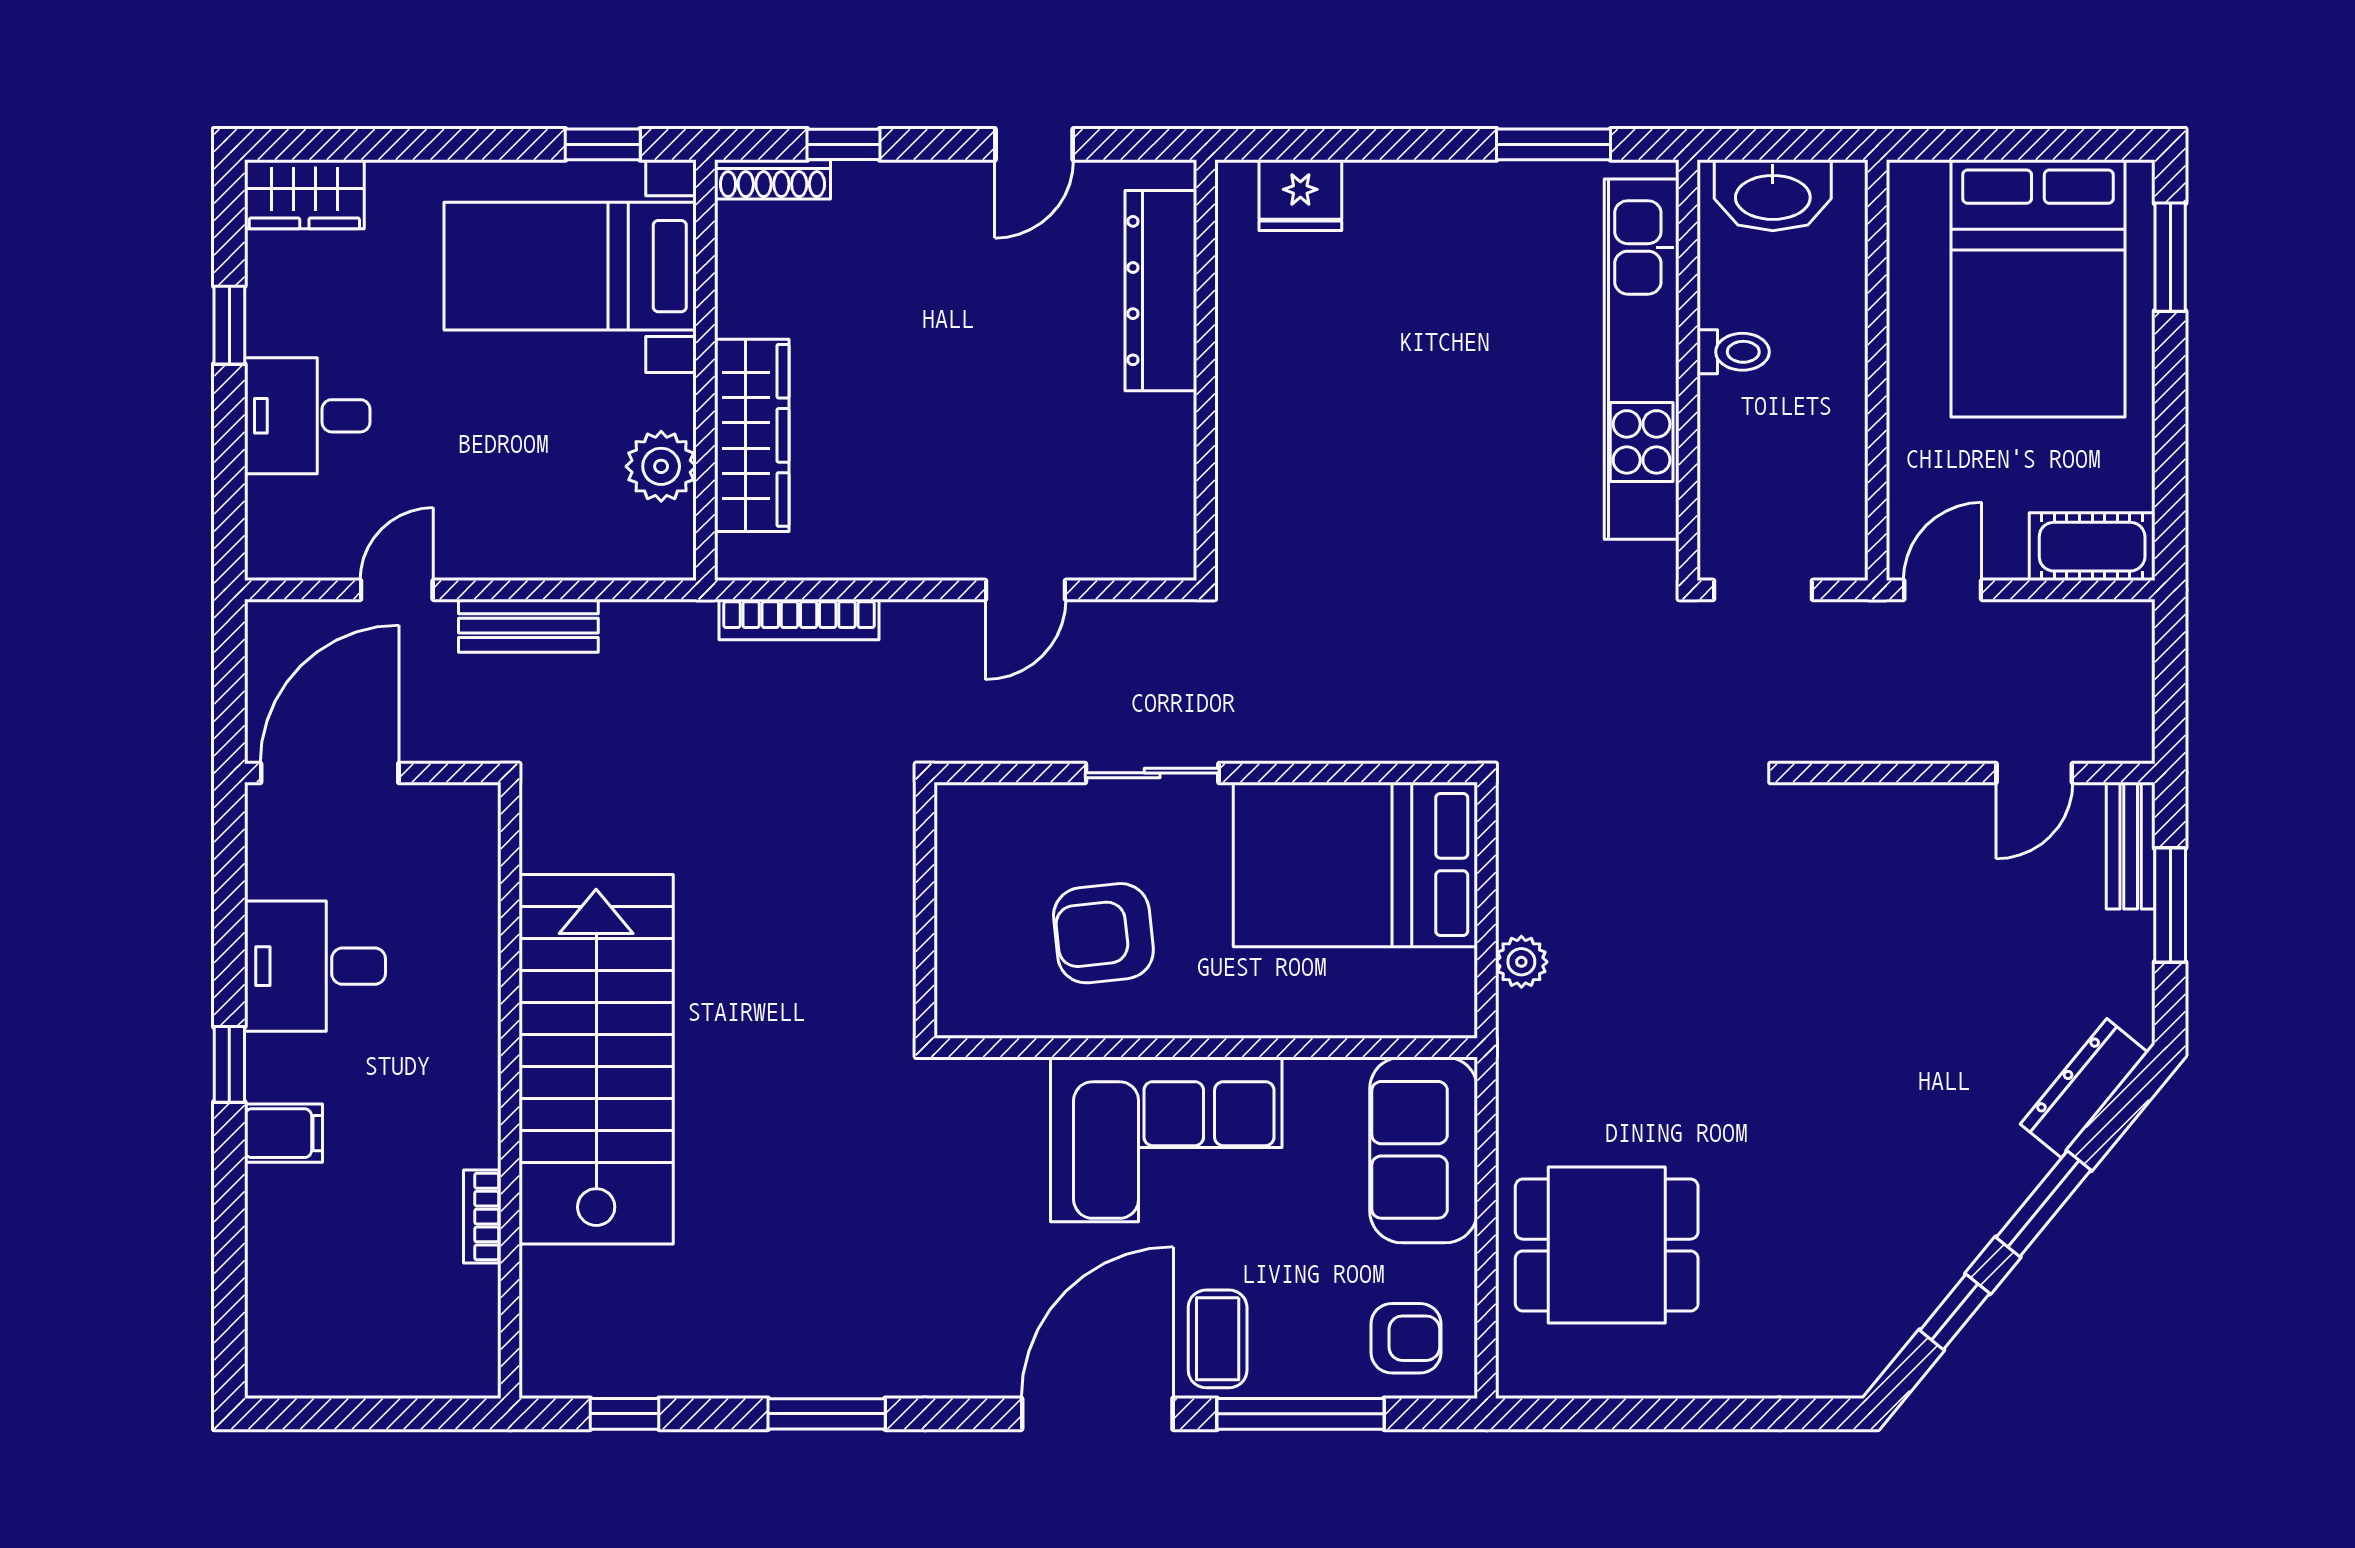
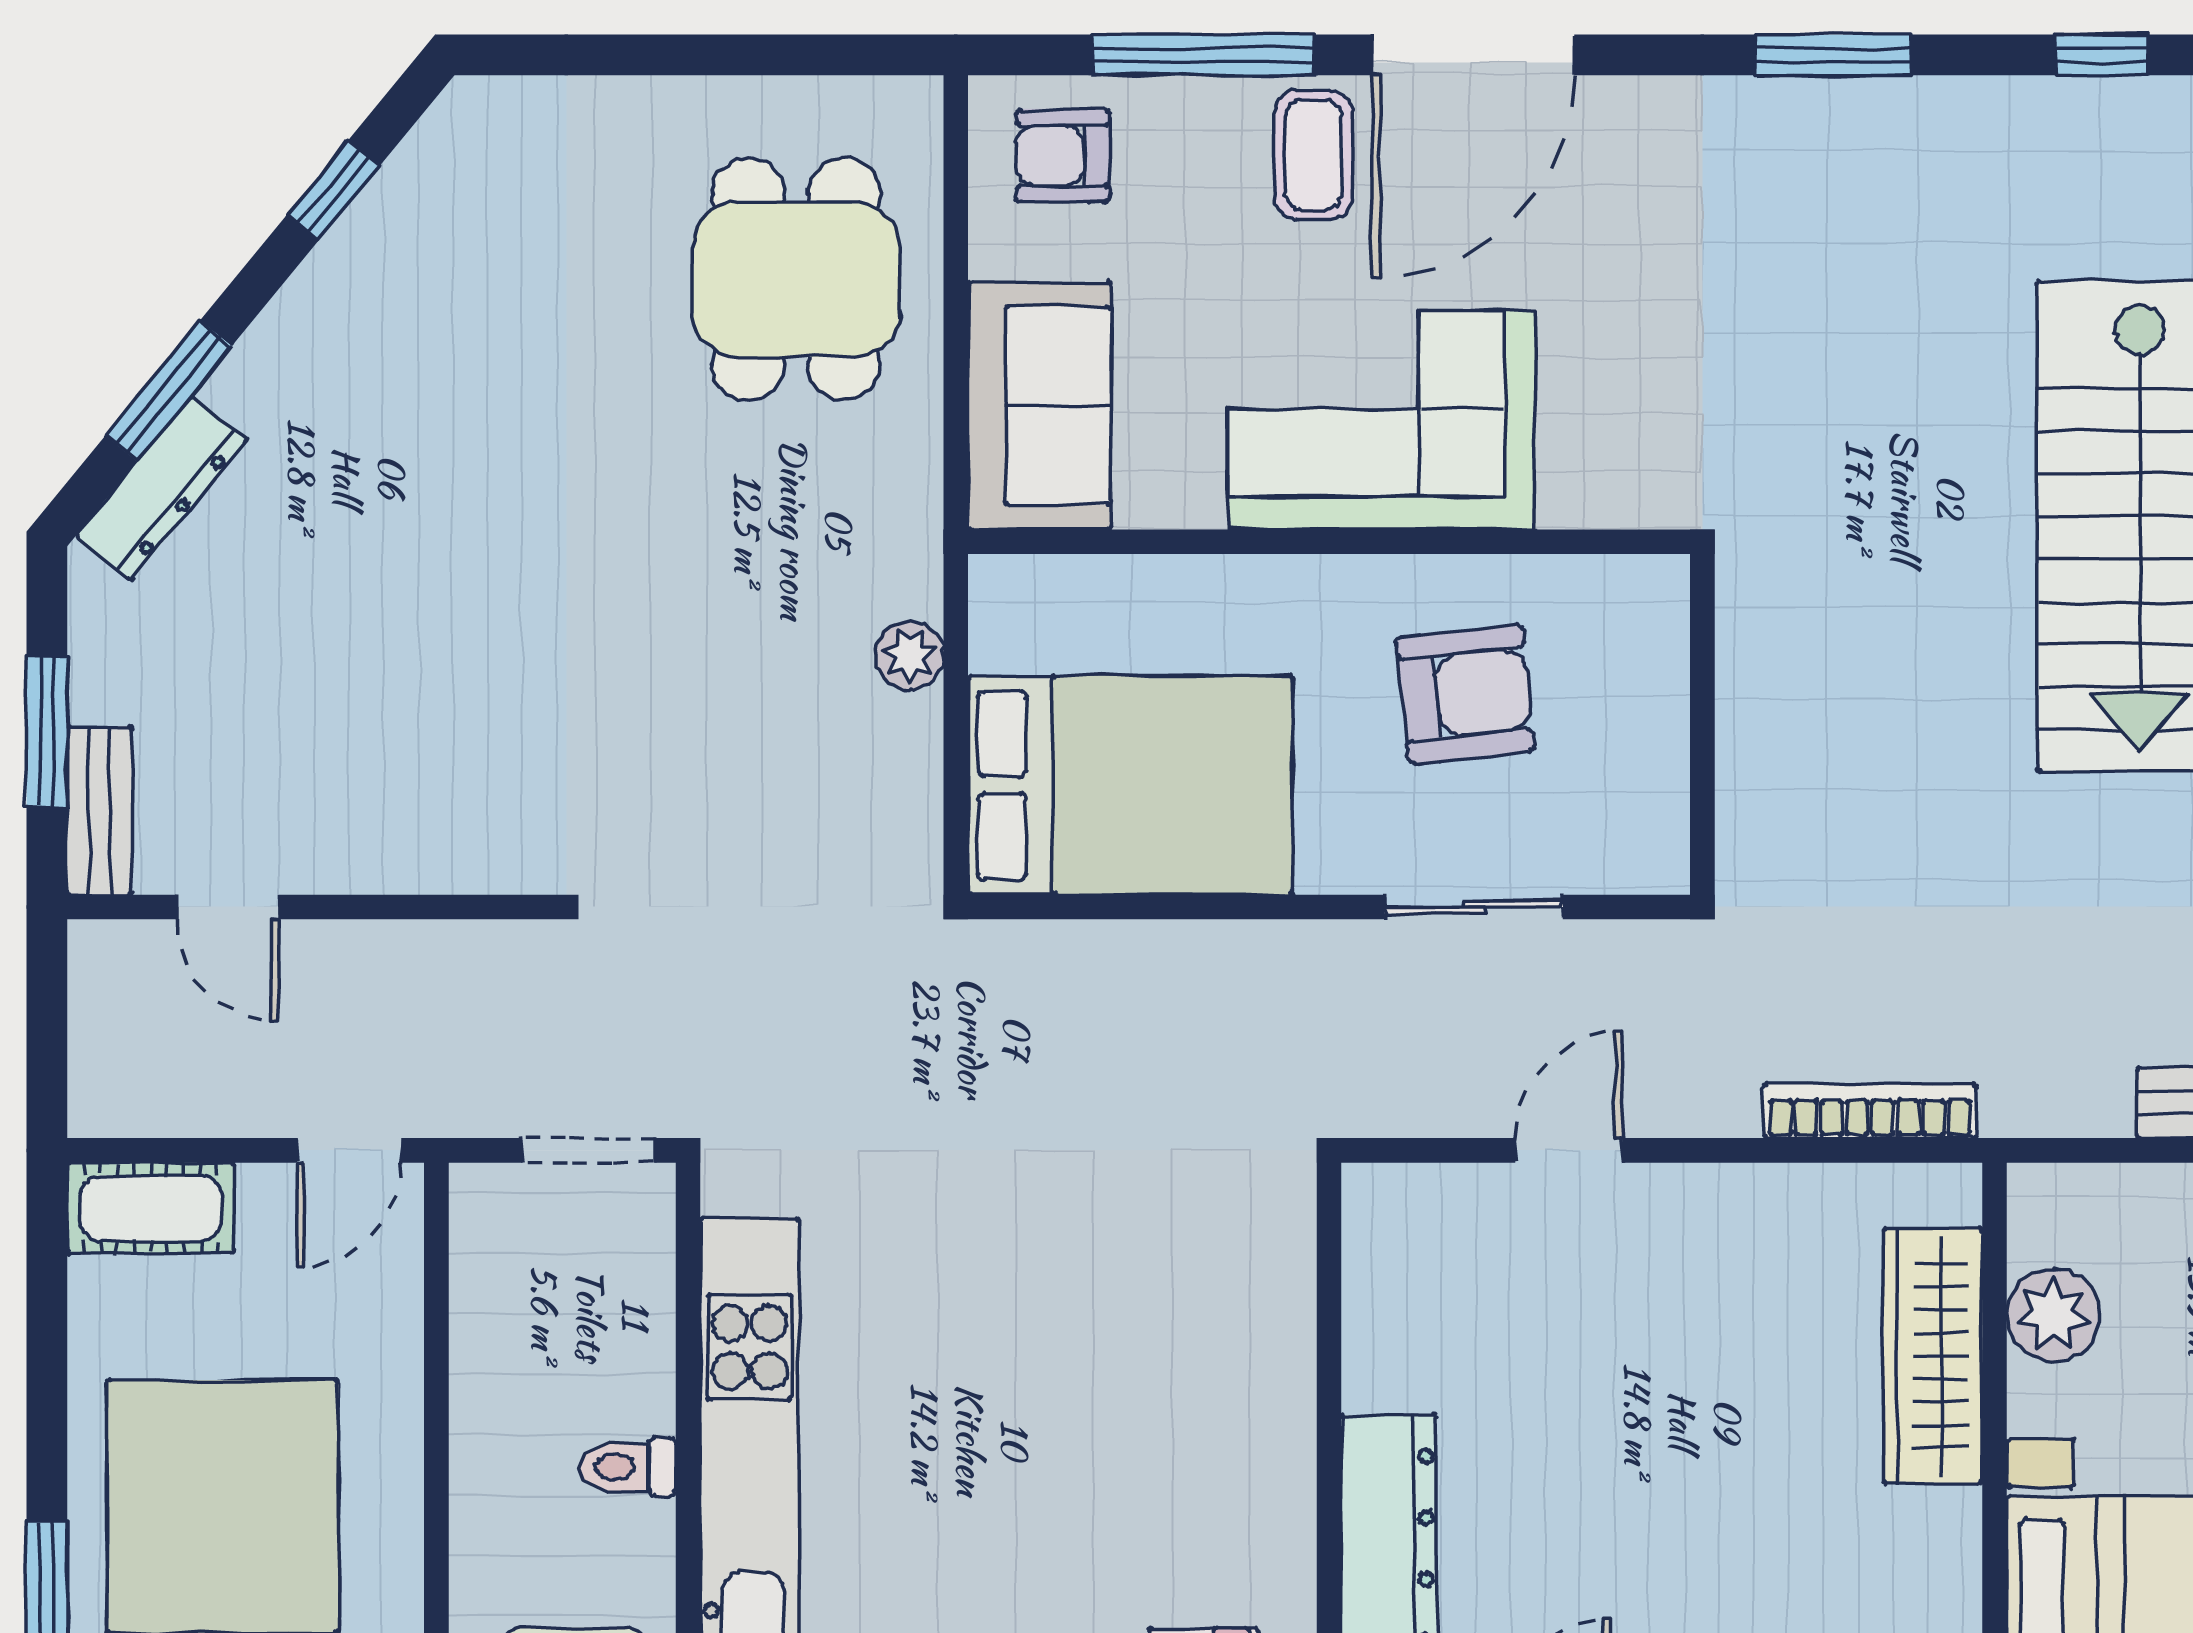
sliding door: (1152, 773) -> (1474, 907), moved
door: (2034, 773) -> (227, 907), swing flipped
window: (2044, 1204) -> (169, 391), moved
dining table: (1607, 1245) -> (796, 279), turned 90

